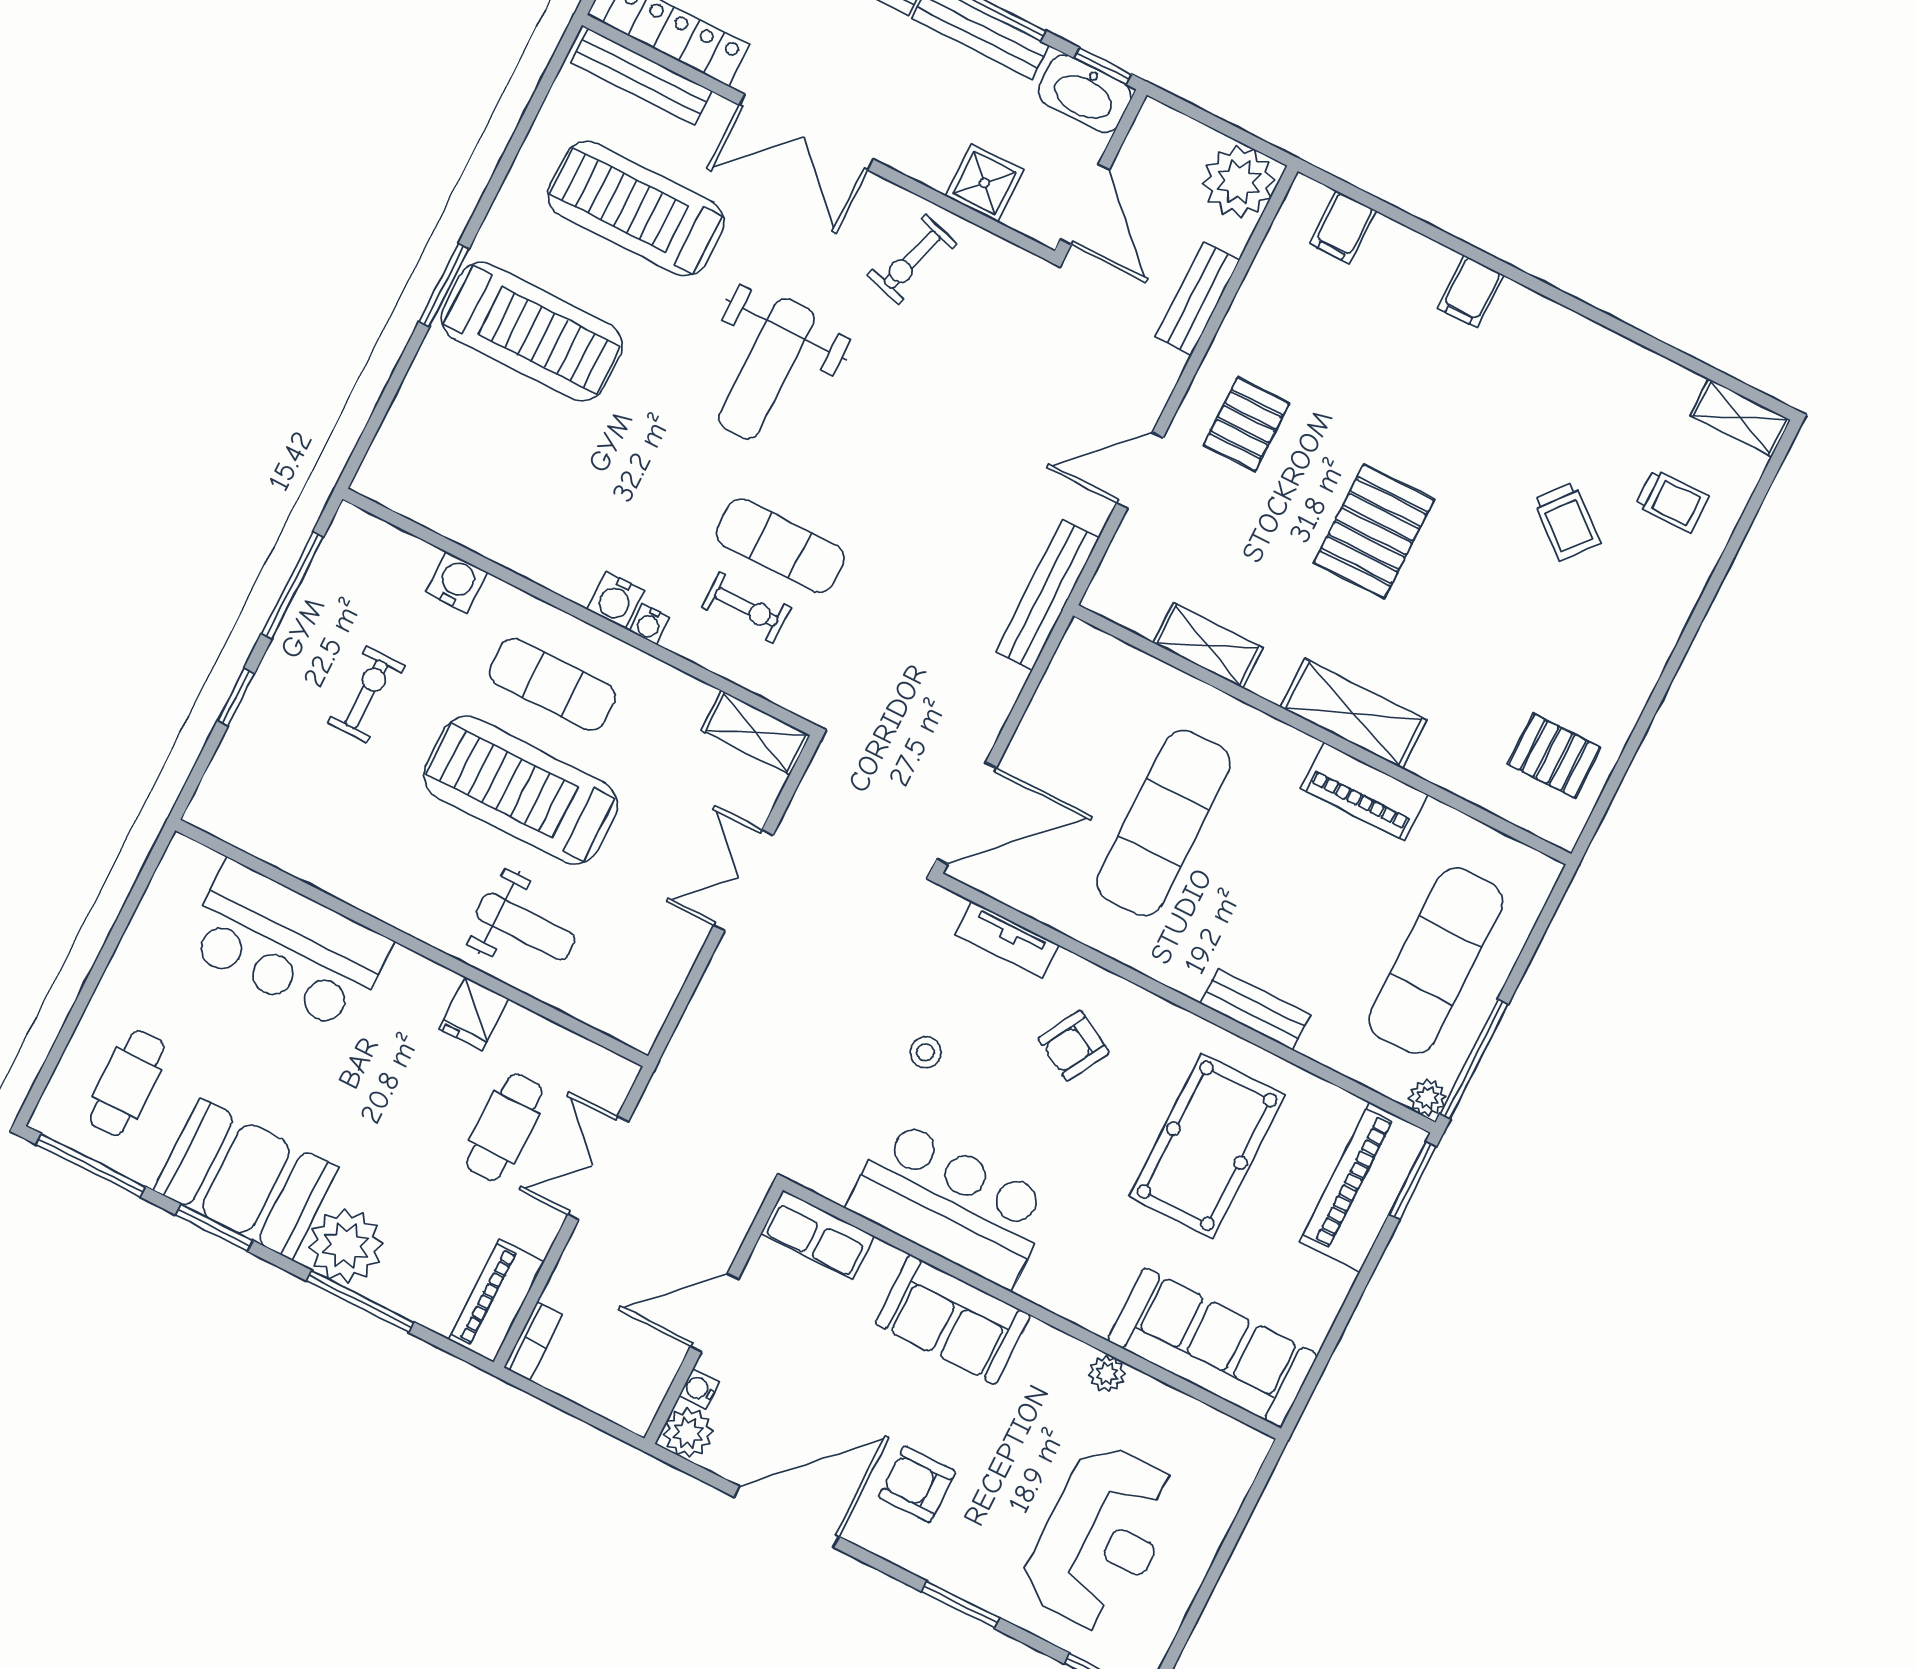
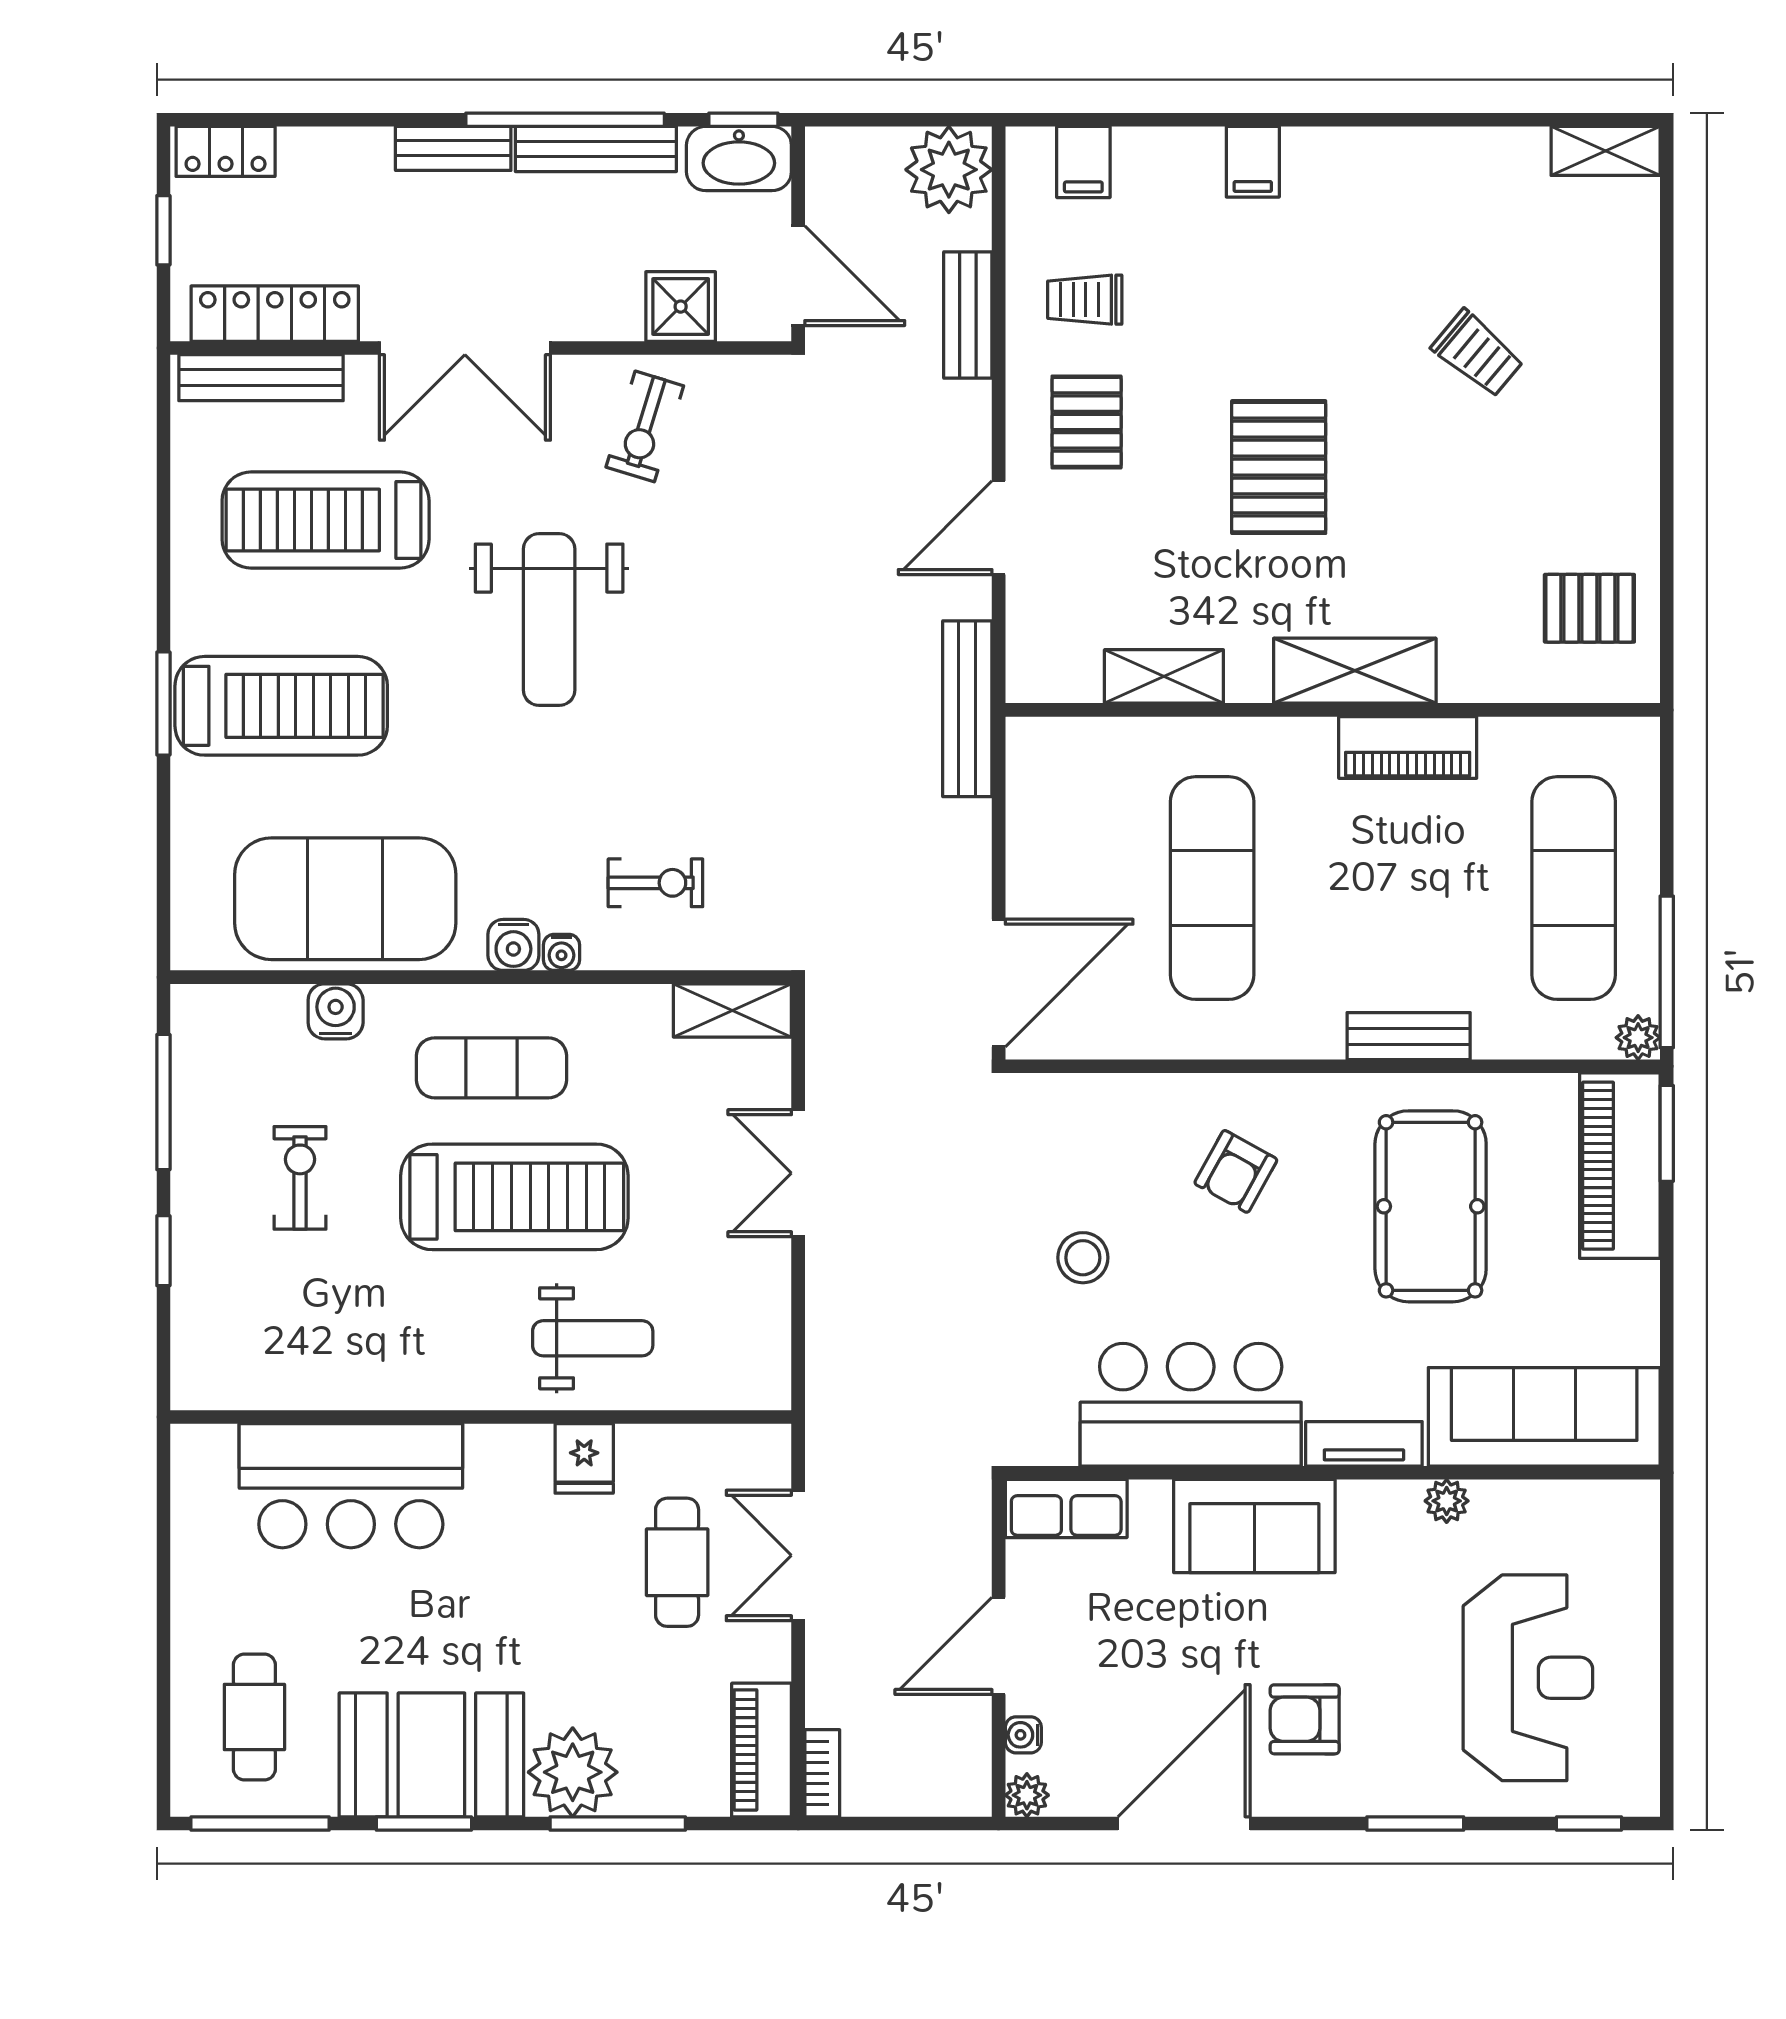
trolley: (1672, 501) -> (1085, 300), moved, turned 180
exercise mat: (780, 546) -> (345, 899), moved, width x2.00, depth x1.45
treadmill: (521, 790) -> (514, 1197), turned 180
tv unit: (1007, 940) -> (1364, 1444), moved, turned 180
stool: (926, 1052) -> (1083, 1258), width x1.37, depth x1.37
plant: (688, 1433) -> (1027, 1795), width x0.73, depth x0.73

